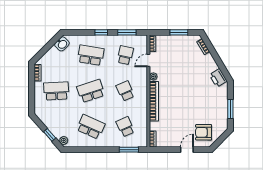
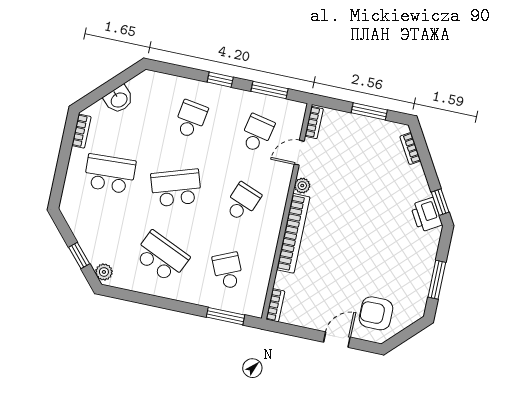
washbasin: (62, 44) -> (119, 99), moved
school desk: (91, 55) -> (191, 119), width x0.54
window: (224, 70) -> (440, 202), added
school desk: (125, 91) -> (242, 202), turned 45

